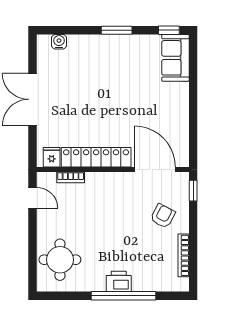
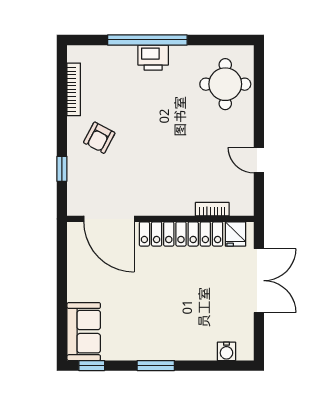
fridge: (52, 157) -> (235, 234), moved
locker: (96, 157) -> (181, 234), moved
wall: (113, 170) -> (160, 219), moved
door: (155, 170) -> (109, 219), moved
bookcase: (71, 177) -> (212, 209), moved

